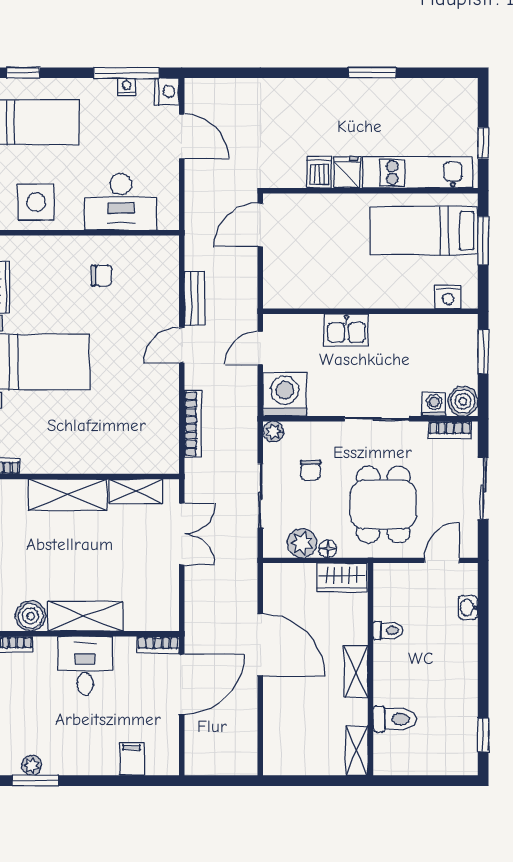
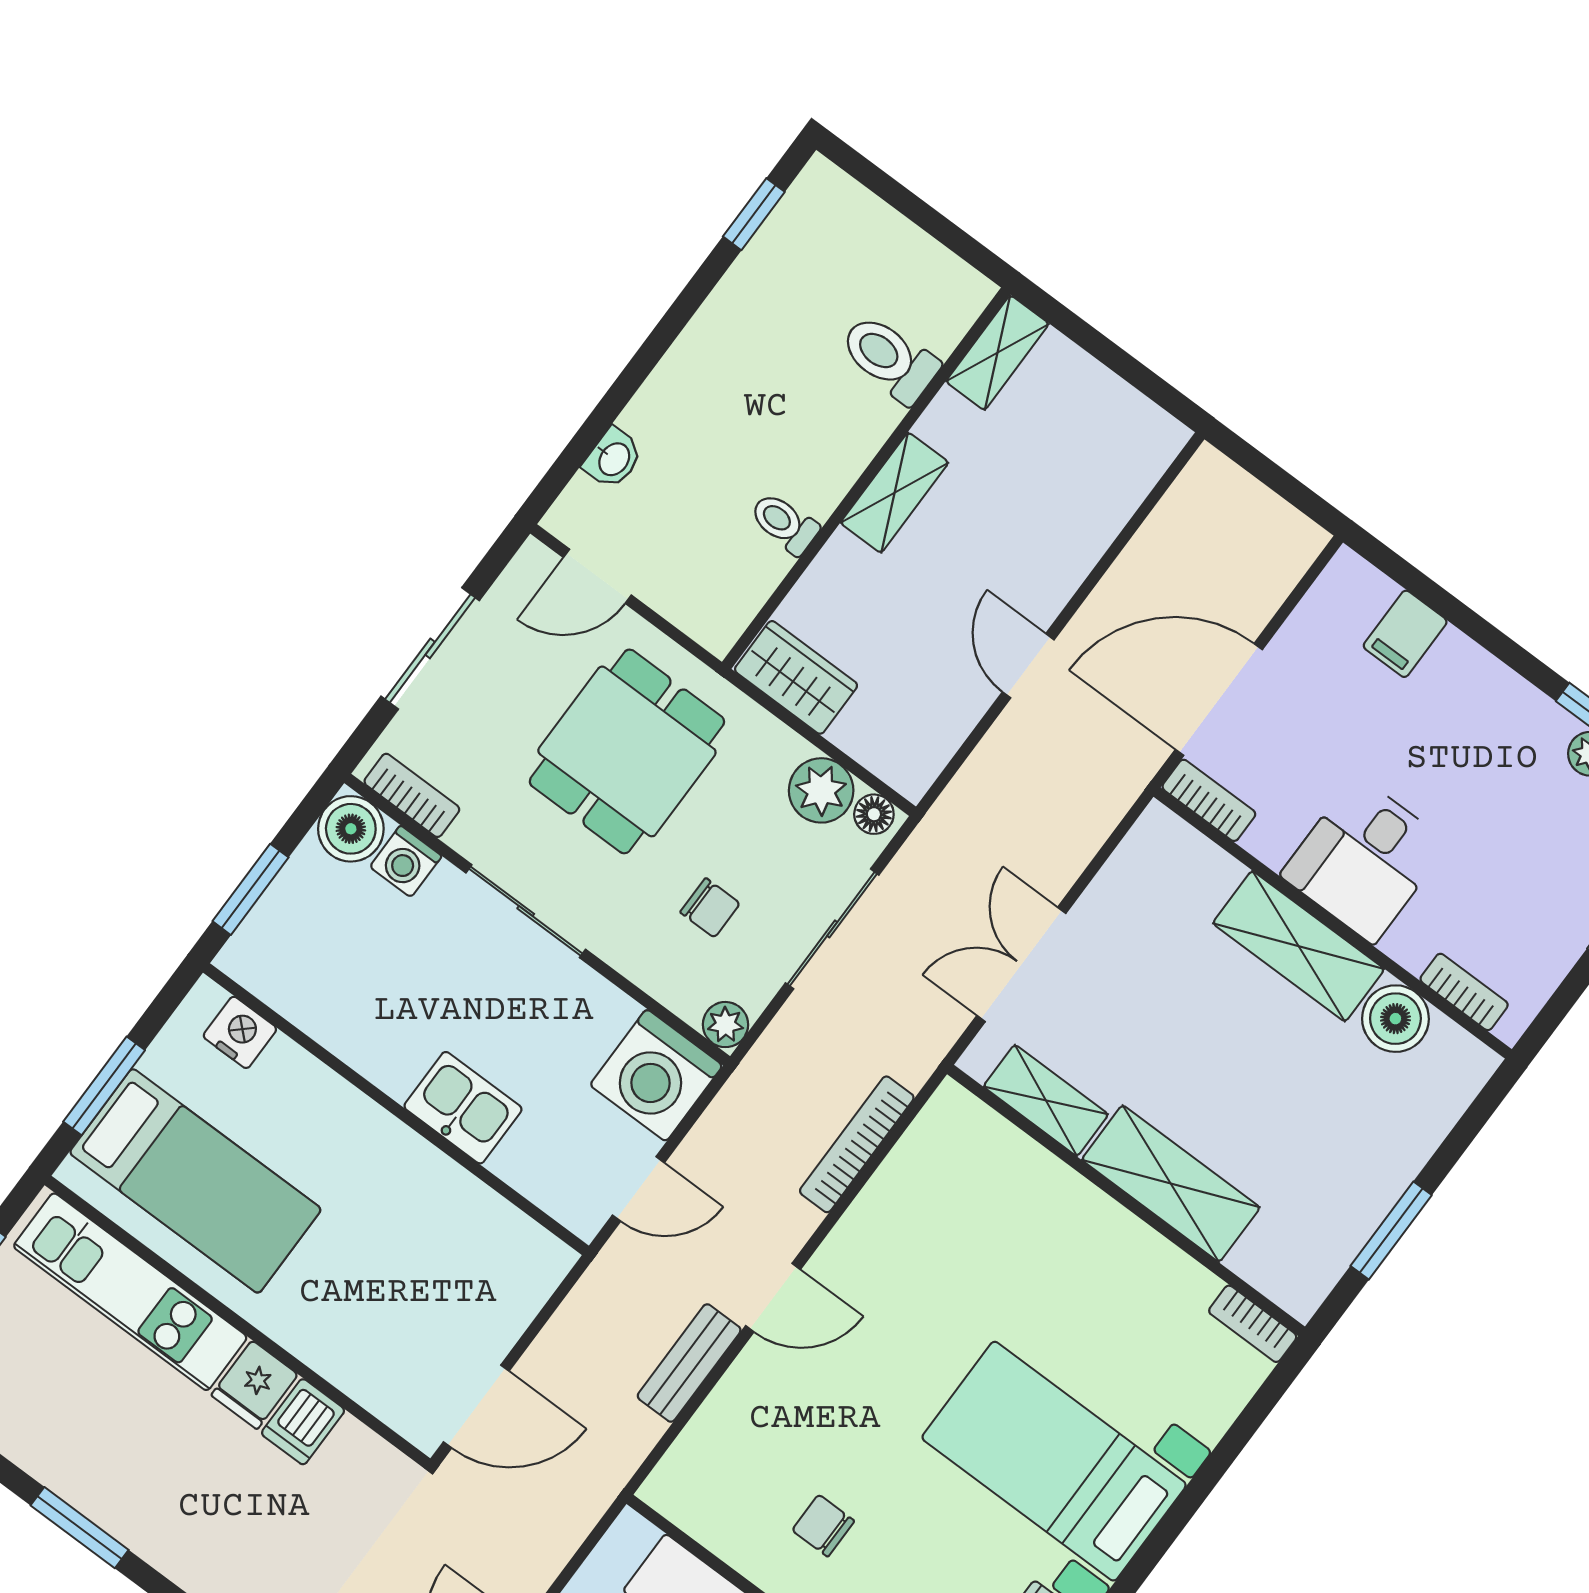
chair: (311, 470) -> (710, 908), turned 90
floor lamp: (328, 549) -> (874, 814), moved
door: (260, 645) -> (1028, 666), width x0.53

